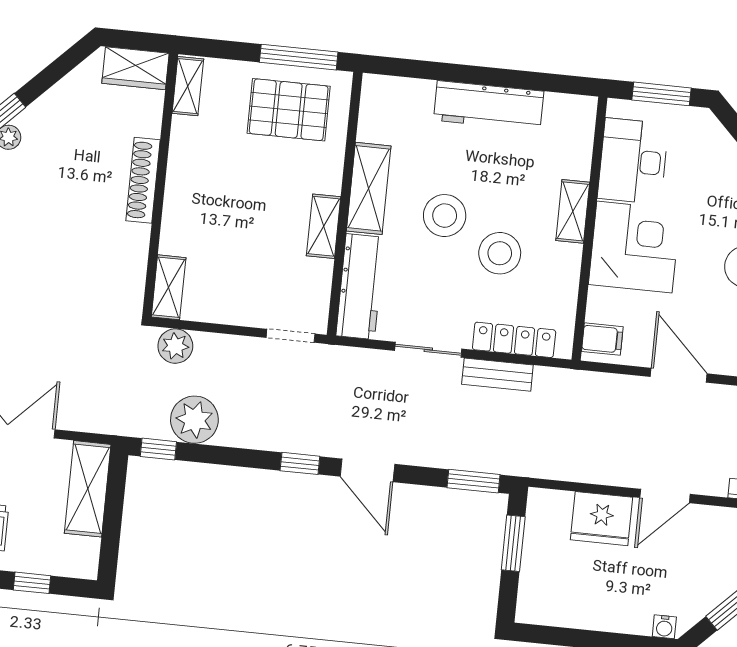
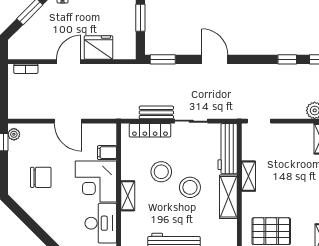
filing cabinet: (602, 339) -> (107, 153), moved
plant: (194, 420) -> (302, 76), removed
window: (300, 463) -> (287, 59), moved
window: (513, 543) -> (140, 18), moved

